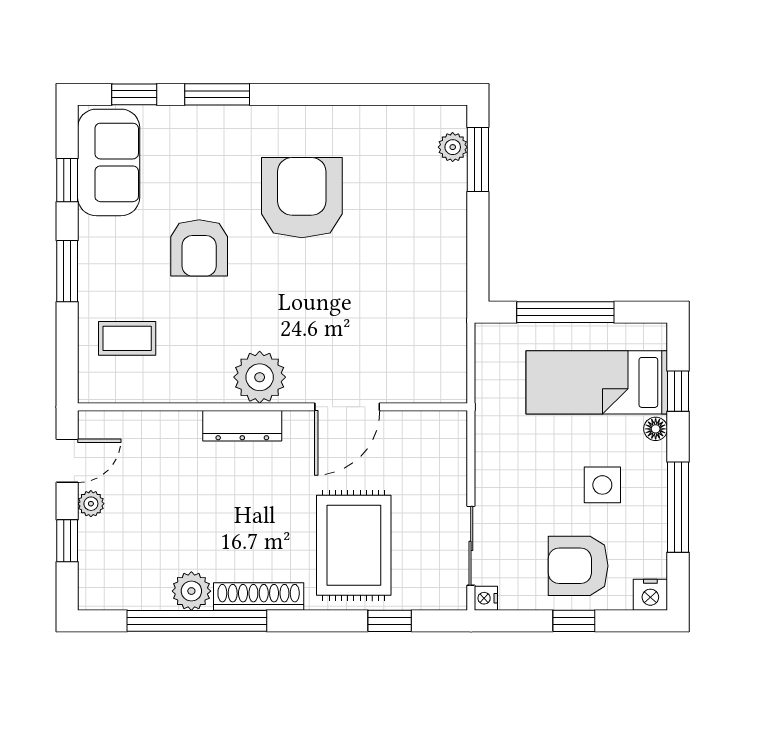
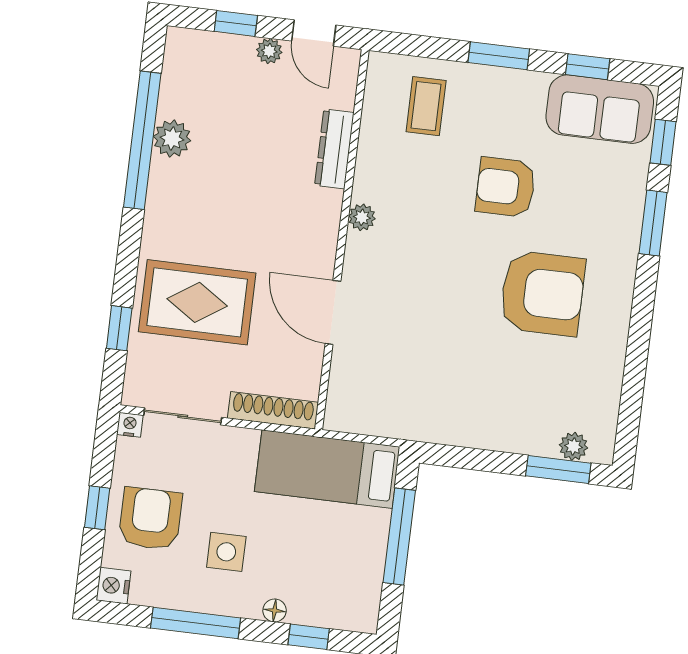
plant: (260, 377) -> (362, 217), width x0.53, depth x0.53
bed: (597, 382) -> (327, 469), moved, turned -90
dresser: (242, 426) -> (334, 149), moved
shoe rack: (259, 597) -> (273, 410), moved, turned -90

